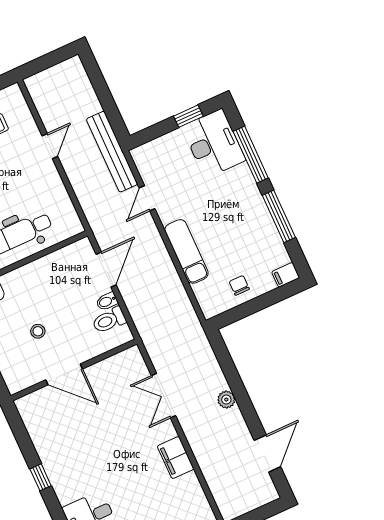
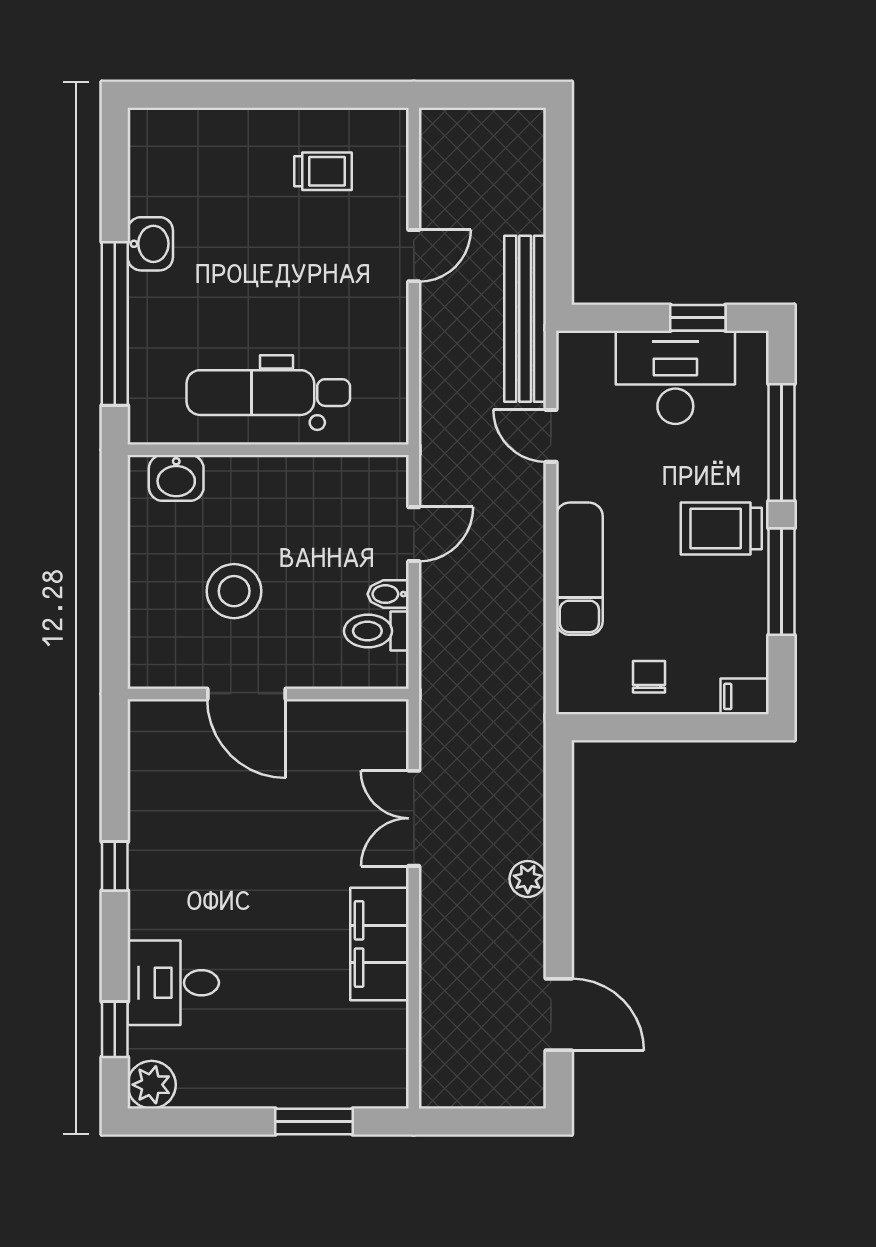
desk: (214, 143) -> (675, 377), moved, turned -90
door: (147, 198) -> (551, 436), hinge flipped
trolley: (241, 205) -> (721, 529), added
door: (106, 270) -> (414, 534), width x0.73
stool: (38, 331) -> (234, 591), width x1.89, depth x1.89
door: (267, 453) -> (559, 1015), hinge flipped
filing cabinet: (176, 458) -> (380, 944), width x1.50, depth x1.17

